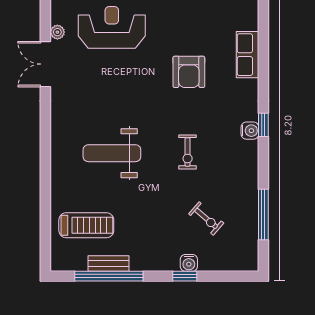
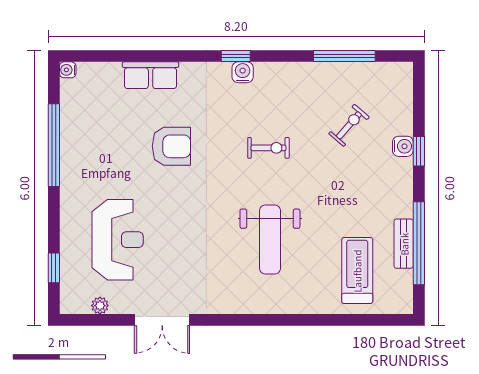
reception desk: (112, 27) -> (118, 240), turned 180
plant: (57, 32) -> (100, 306), moved

